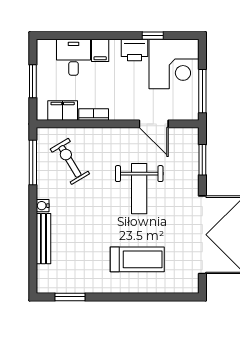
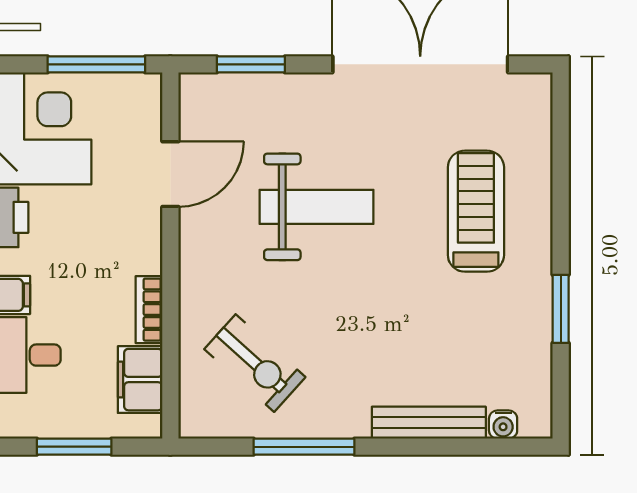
exercise bike: (70, 161) -> (255, 363), turned -107
window: (33, 163) -> (304, 447), moved
water cooler: (43, 206) -> (503, 425), moved
window: (70, 297) -> (561, 309), moved

